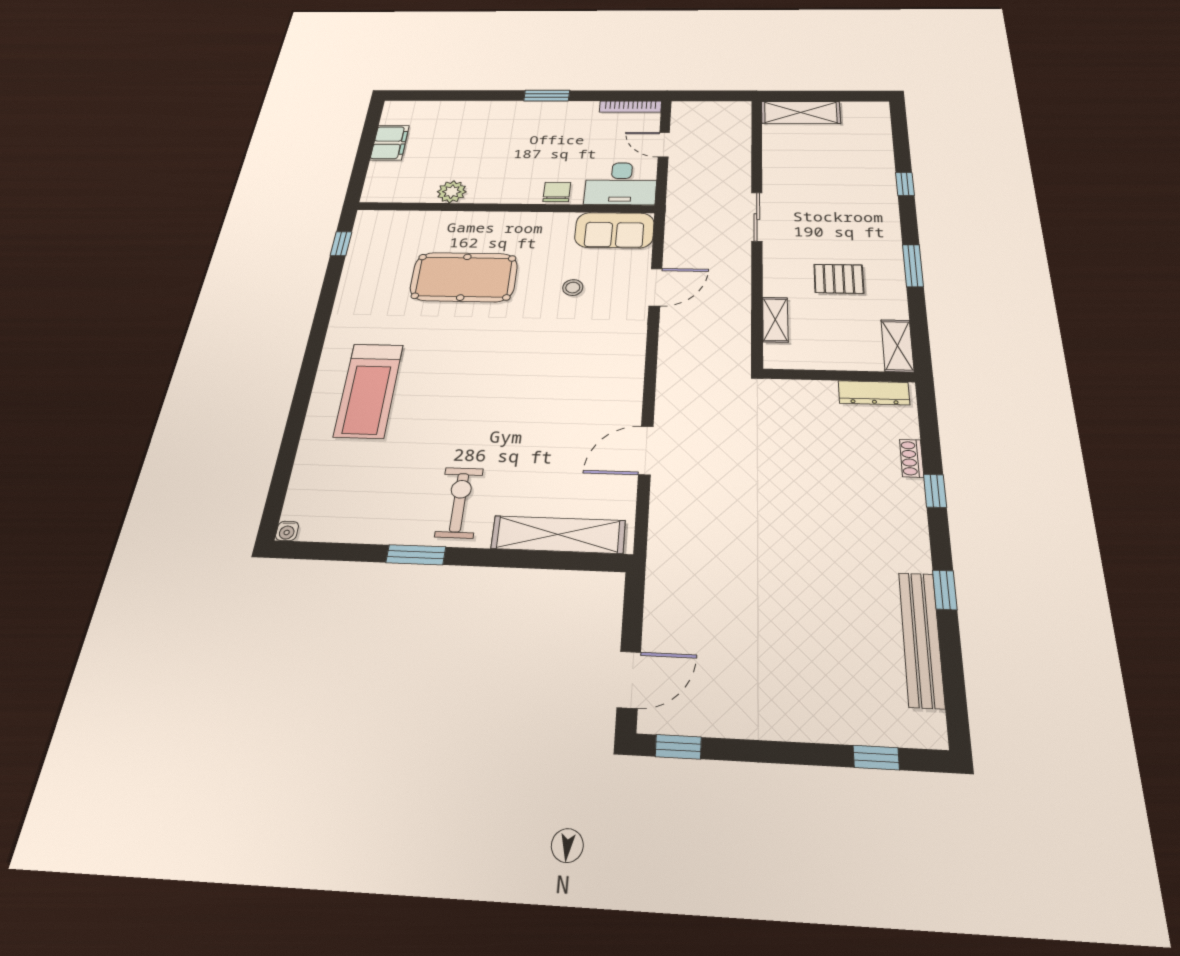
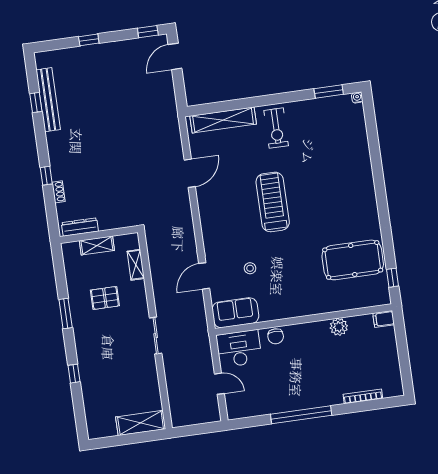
window: (547, 96) -> (301, 415), width x2.11
bookcase: (630, 107) -> (363, 396), moved
filing cabinet: (390, 143) -> (384, 319), moved, width x0.50
pool table: (464, 277) -> (353, 260), moved
shelving: (897, 346) -> (97, 245), moved, turned 90
treadmill: (369, 390) -> (273, 202), moved
window: (416, 555) -> (329, 92), moved
window: (945, 590) -> (36, 103), moved
window: (876, 758) -> (89, 40), moved

